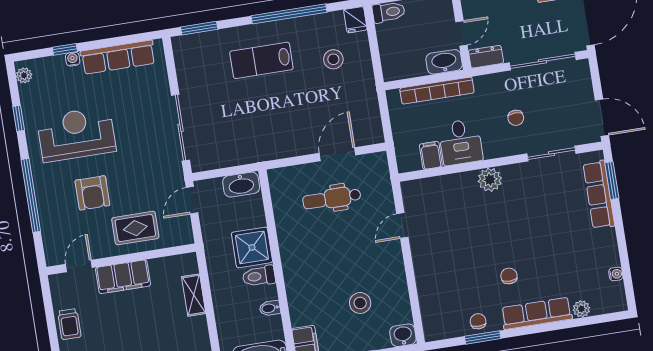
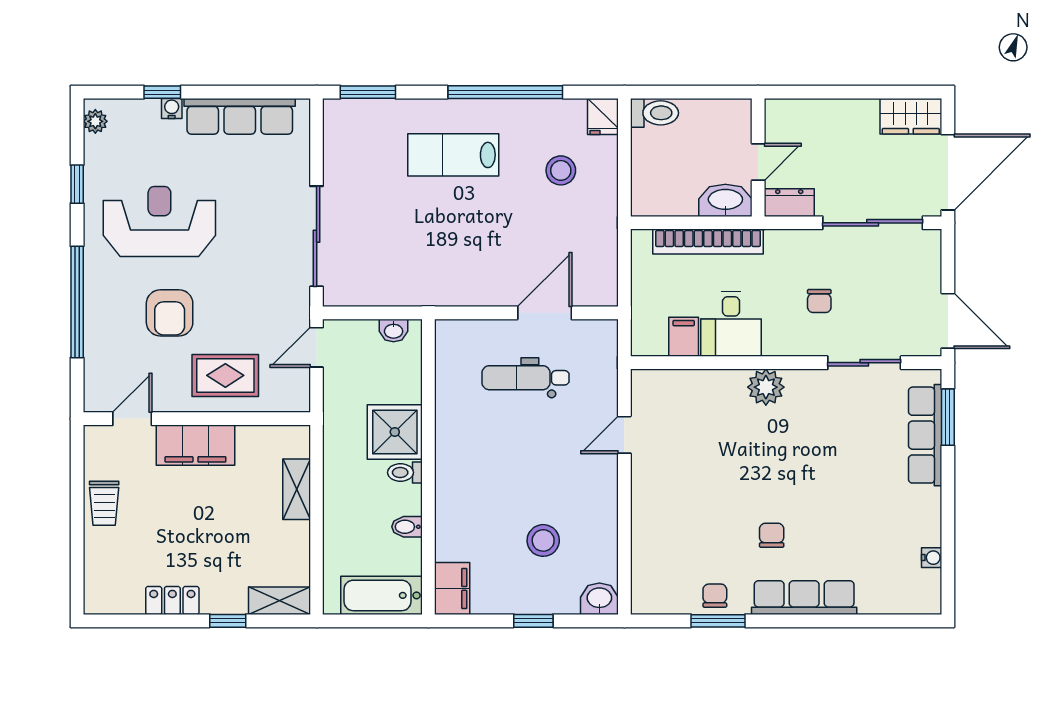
washbasin: (241, 185) -> (394, 331), width x0.52, depth x0.69
toilet: (259, 276) -> (405, 472), width x0.73, depth x0.72
plant: (581, 309) -> (872, 602), removed

